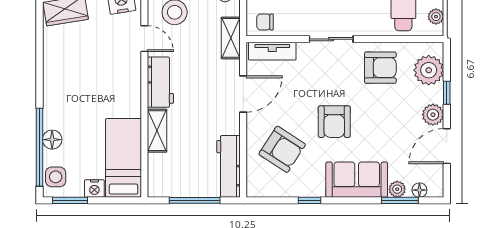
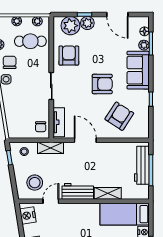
plant: (433, 115) -> (87, 23), moved
workbench: (228, 166) -> (142, 165), moved, turned 90

